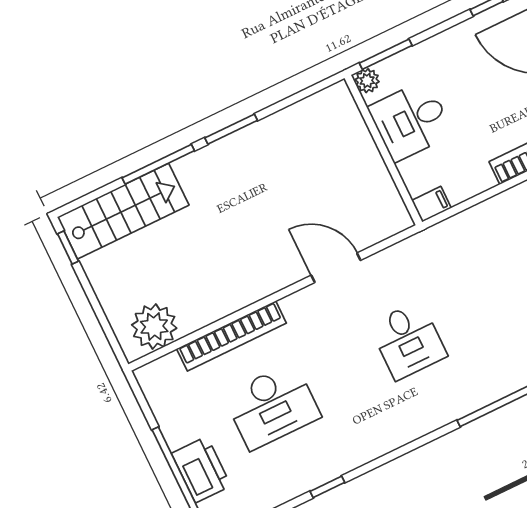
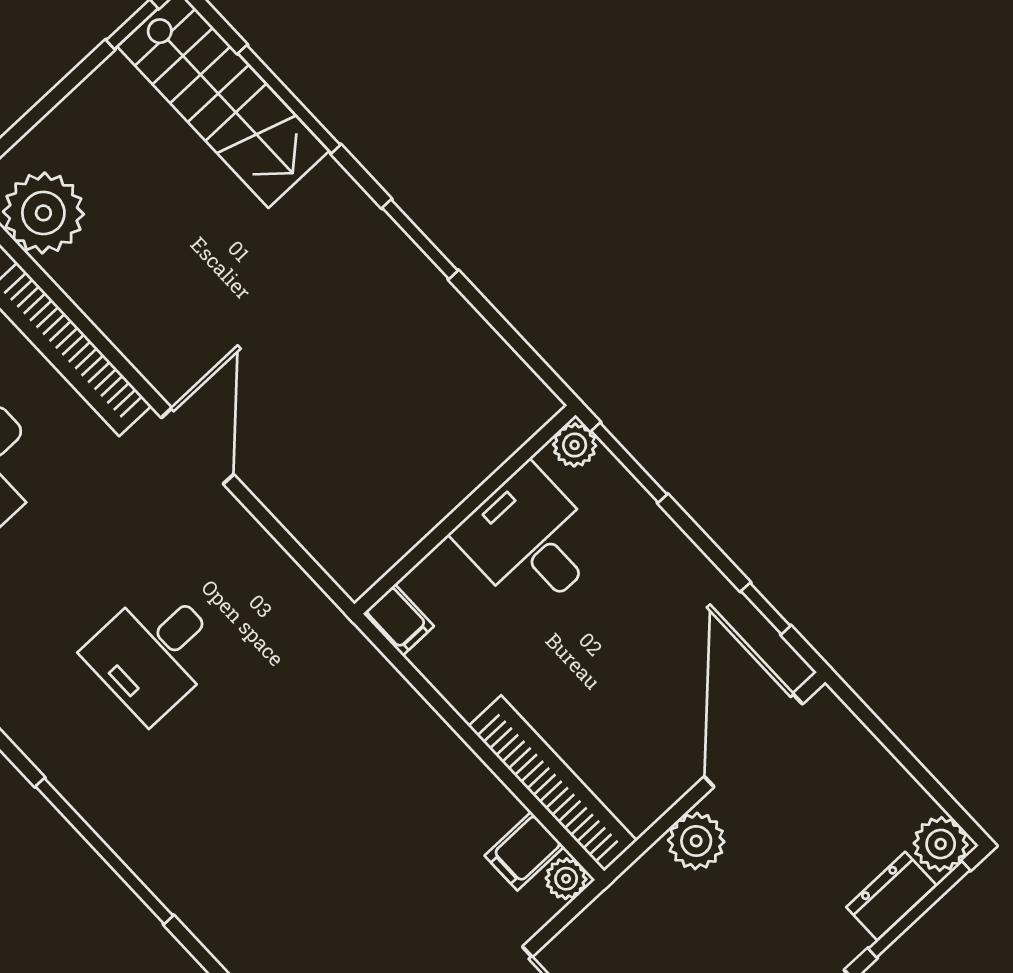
window: (158, 164) -> (289, 99), moved
door: (336, 268) -> (197, 446), moved

